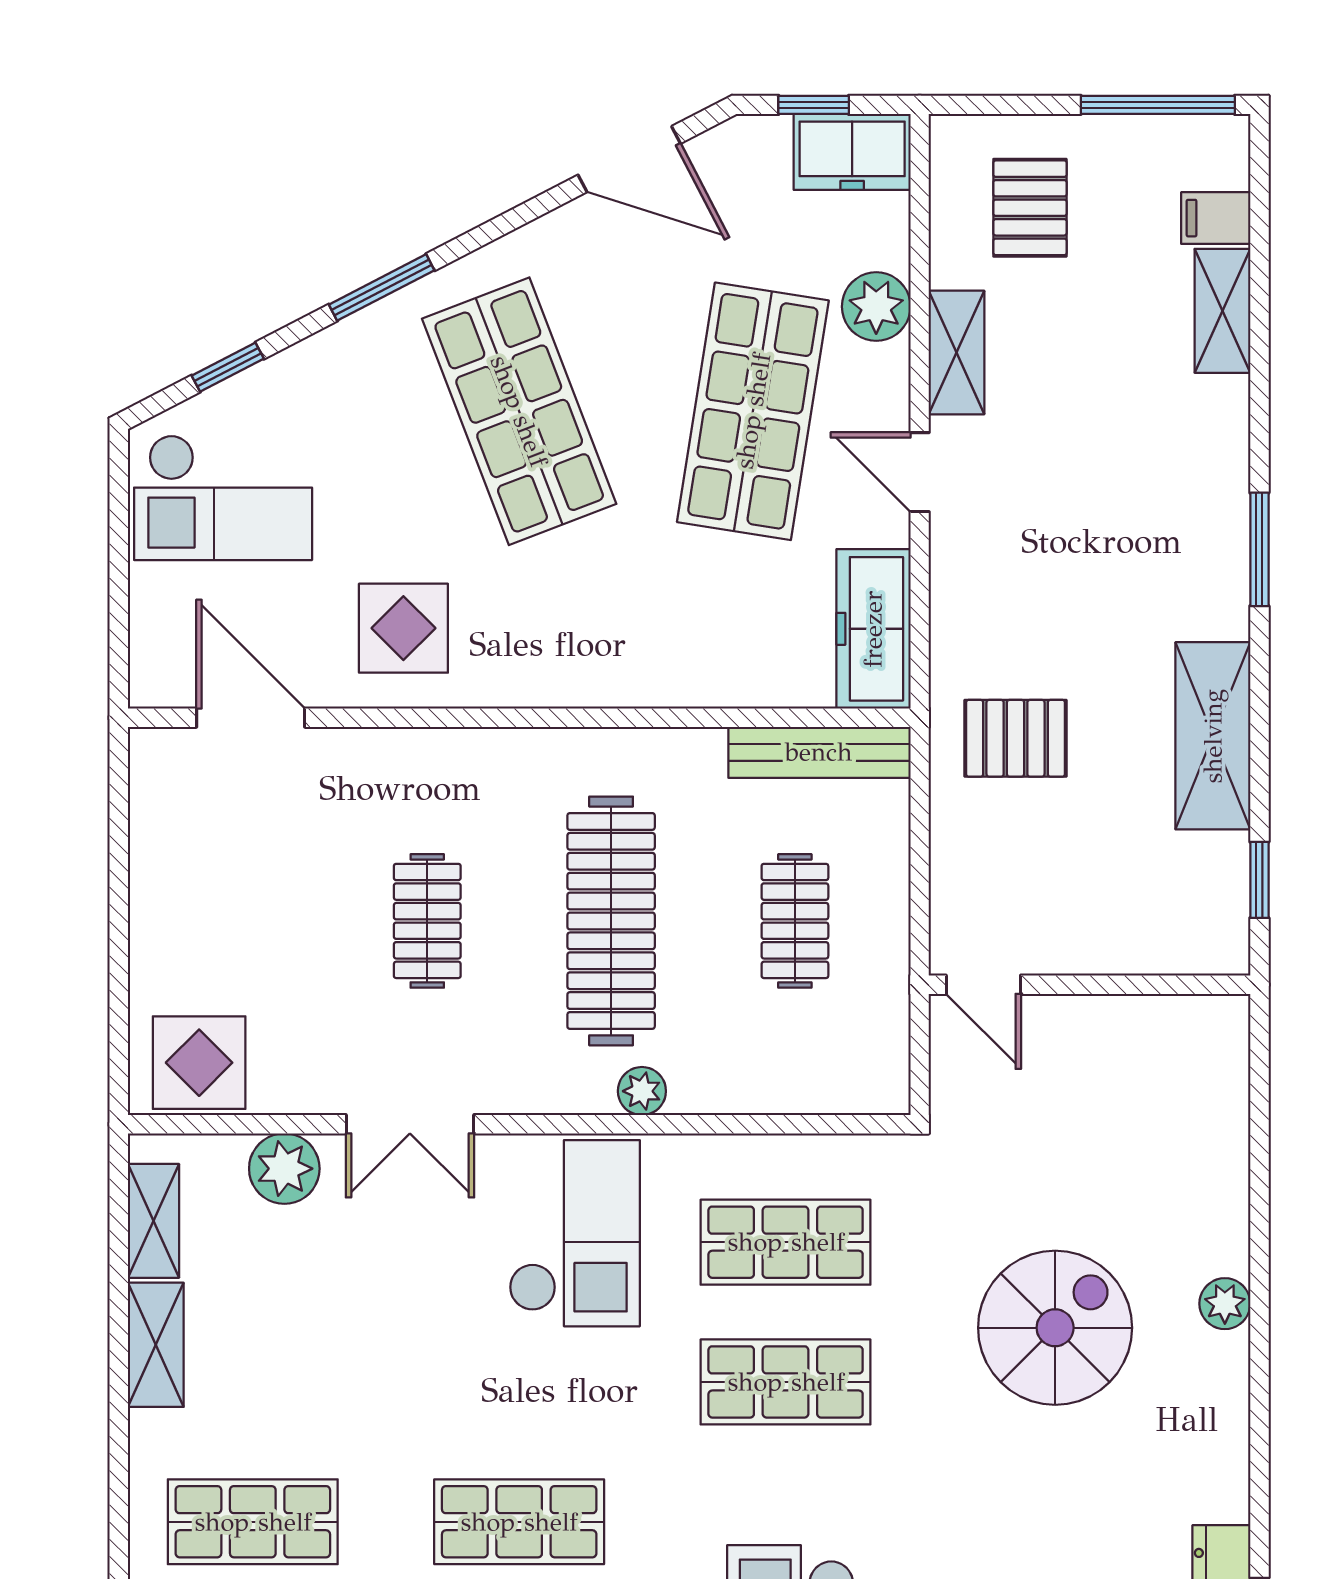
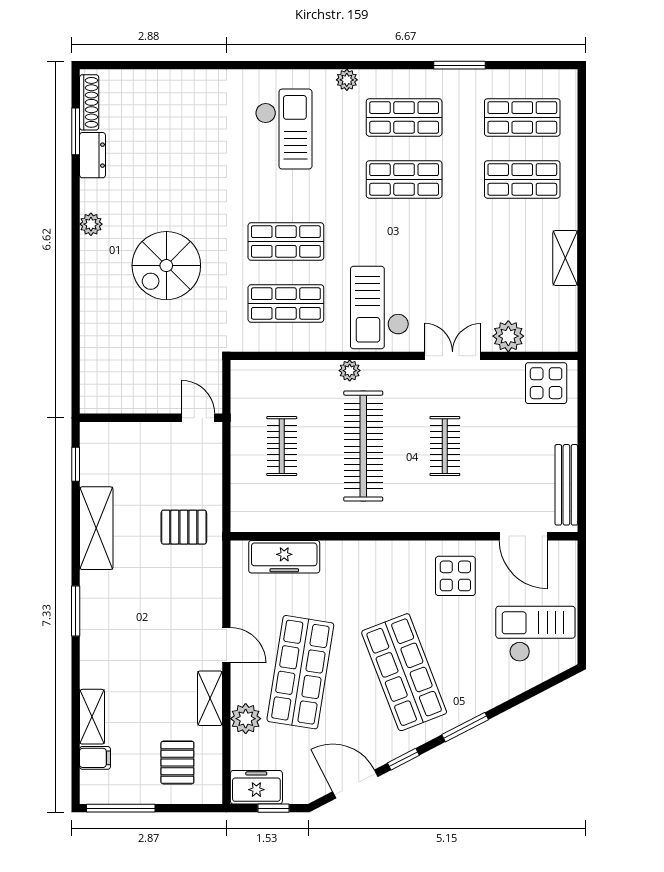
window: (228, 367) -> (403, 759), moved
freezer: (873, 629) -> (284, 557), moved, turned 90
bench: (819, 752) -> (566, 485), moved, turned 90
shelving: (153, 1221) -> (566, 313), removed
plant: (1225, 1304) -> (91, 224), moved

